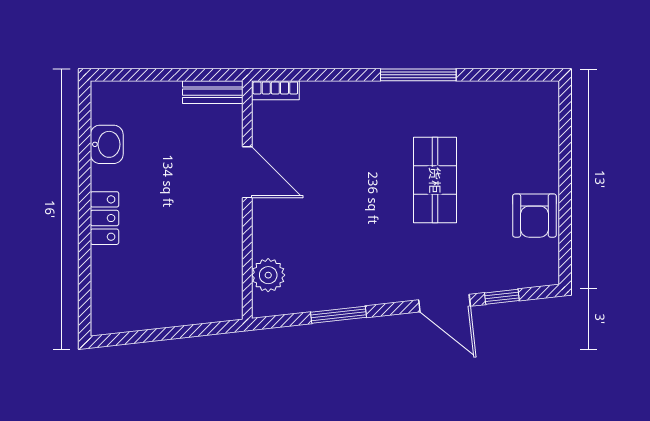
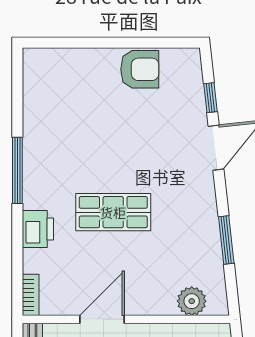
printer: (351, 98) -> (38, 229), added
shop shelf: (435, 180) -> (113, 212), moved

